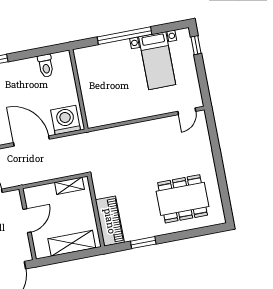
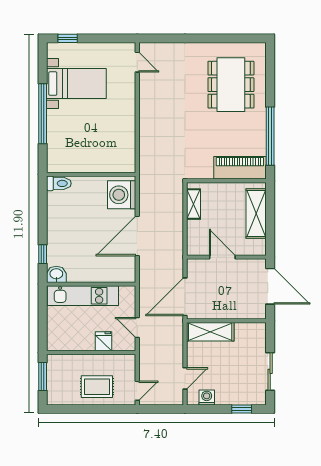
toilet: (46, 66) -> (59, 183), moved
window: (143, 243) -> (270, 136), width x2.11

